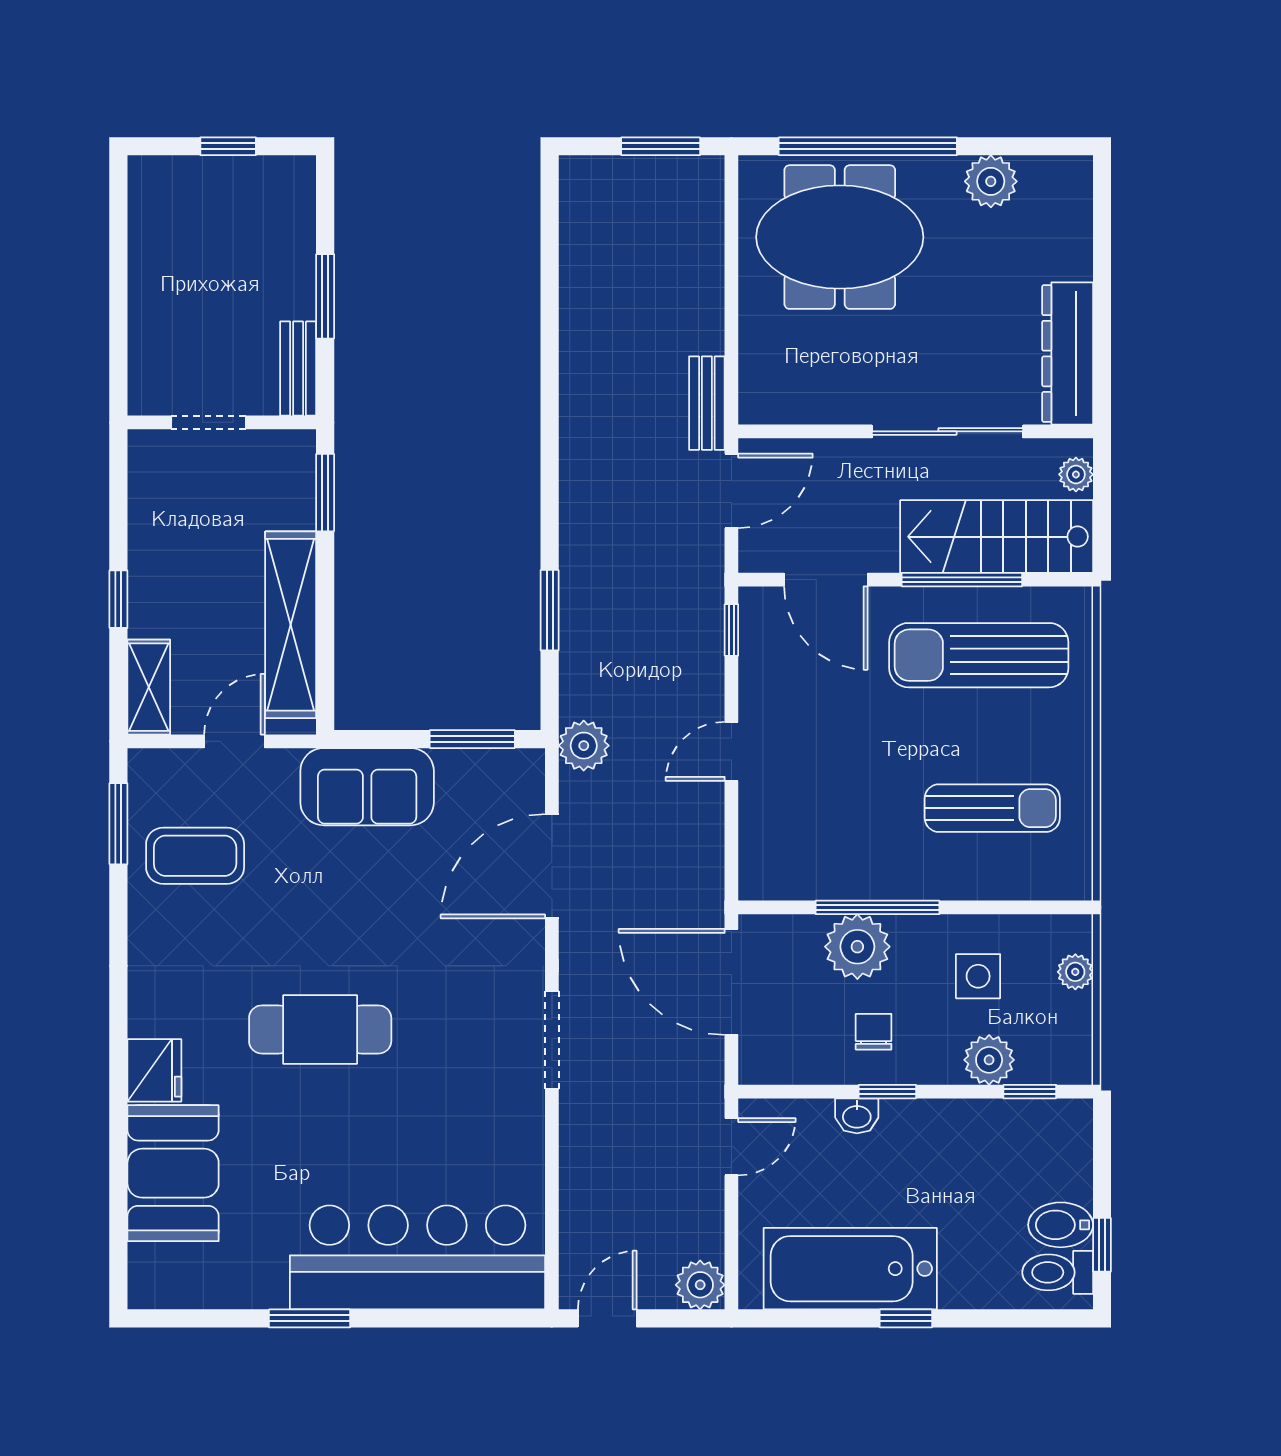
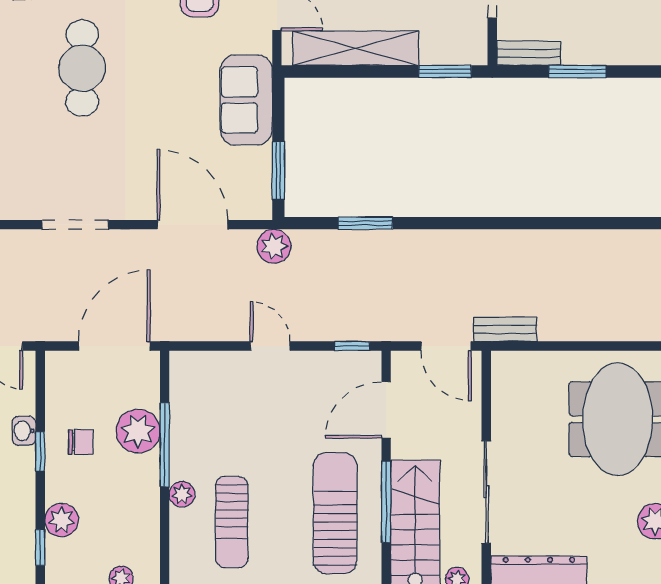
plant: (951, 882) -> (182, 494), added
side table: (978, 976) -> (118, 513), removed

